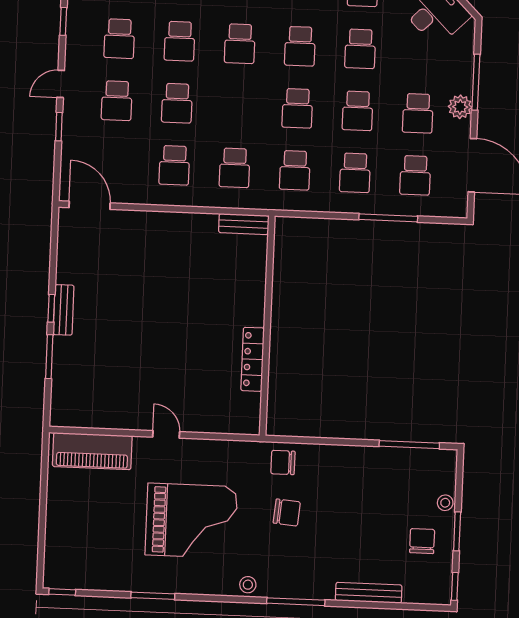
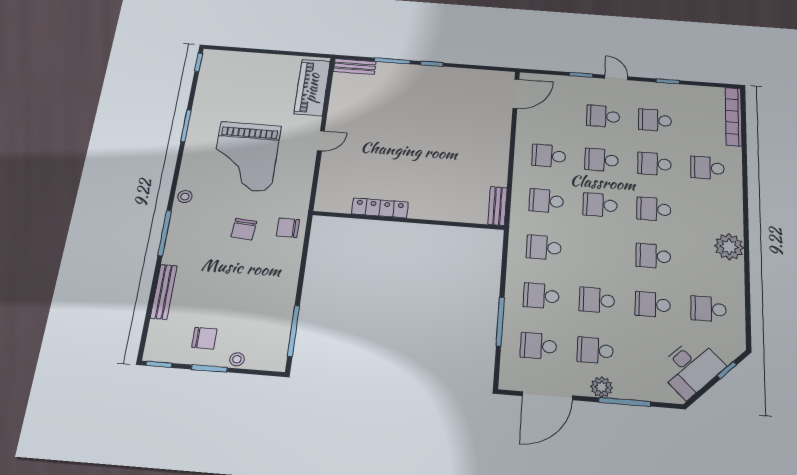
school desk: (297, 108) -> (600, 205), moved
bench: (64, 310) -> (355, 67), moved
chair: (283, 462) -> (288, 228), turned -90

